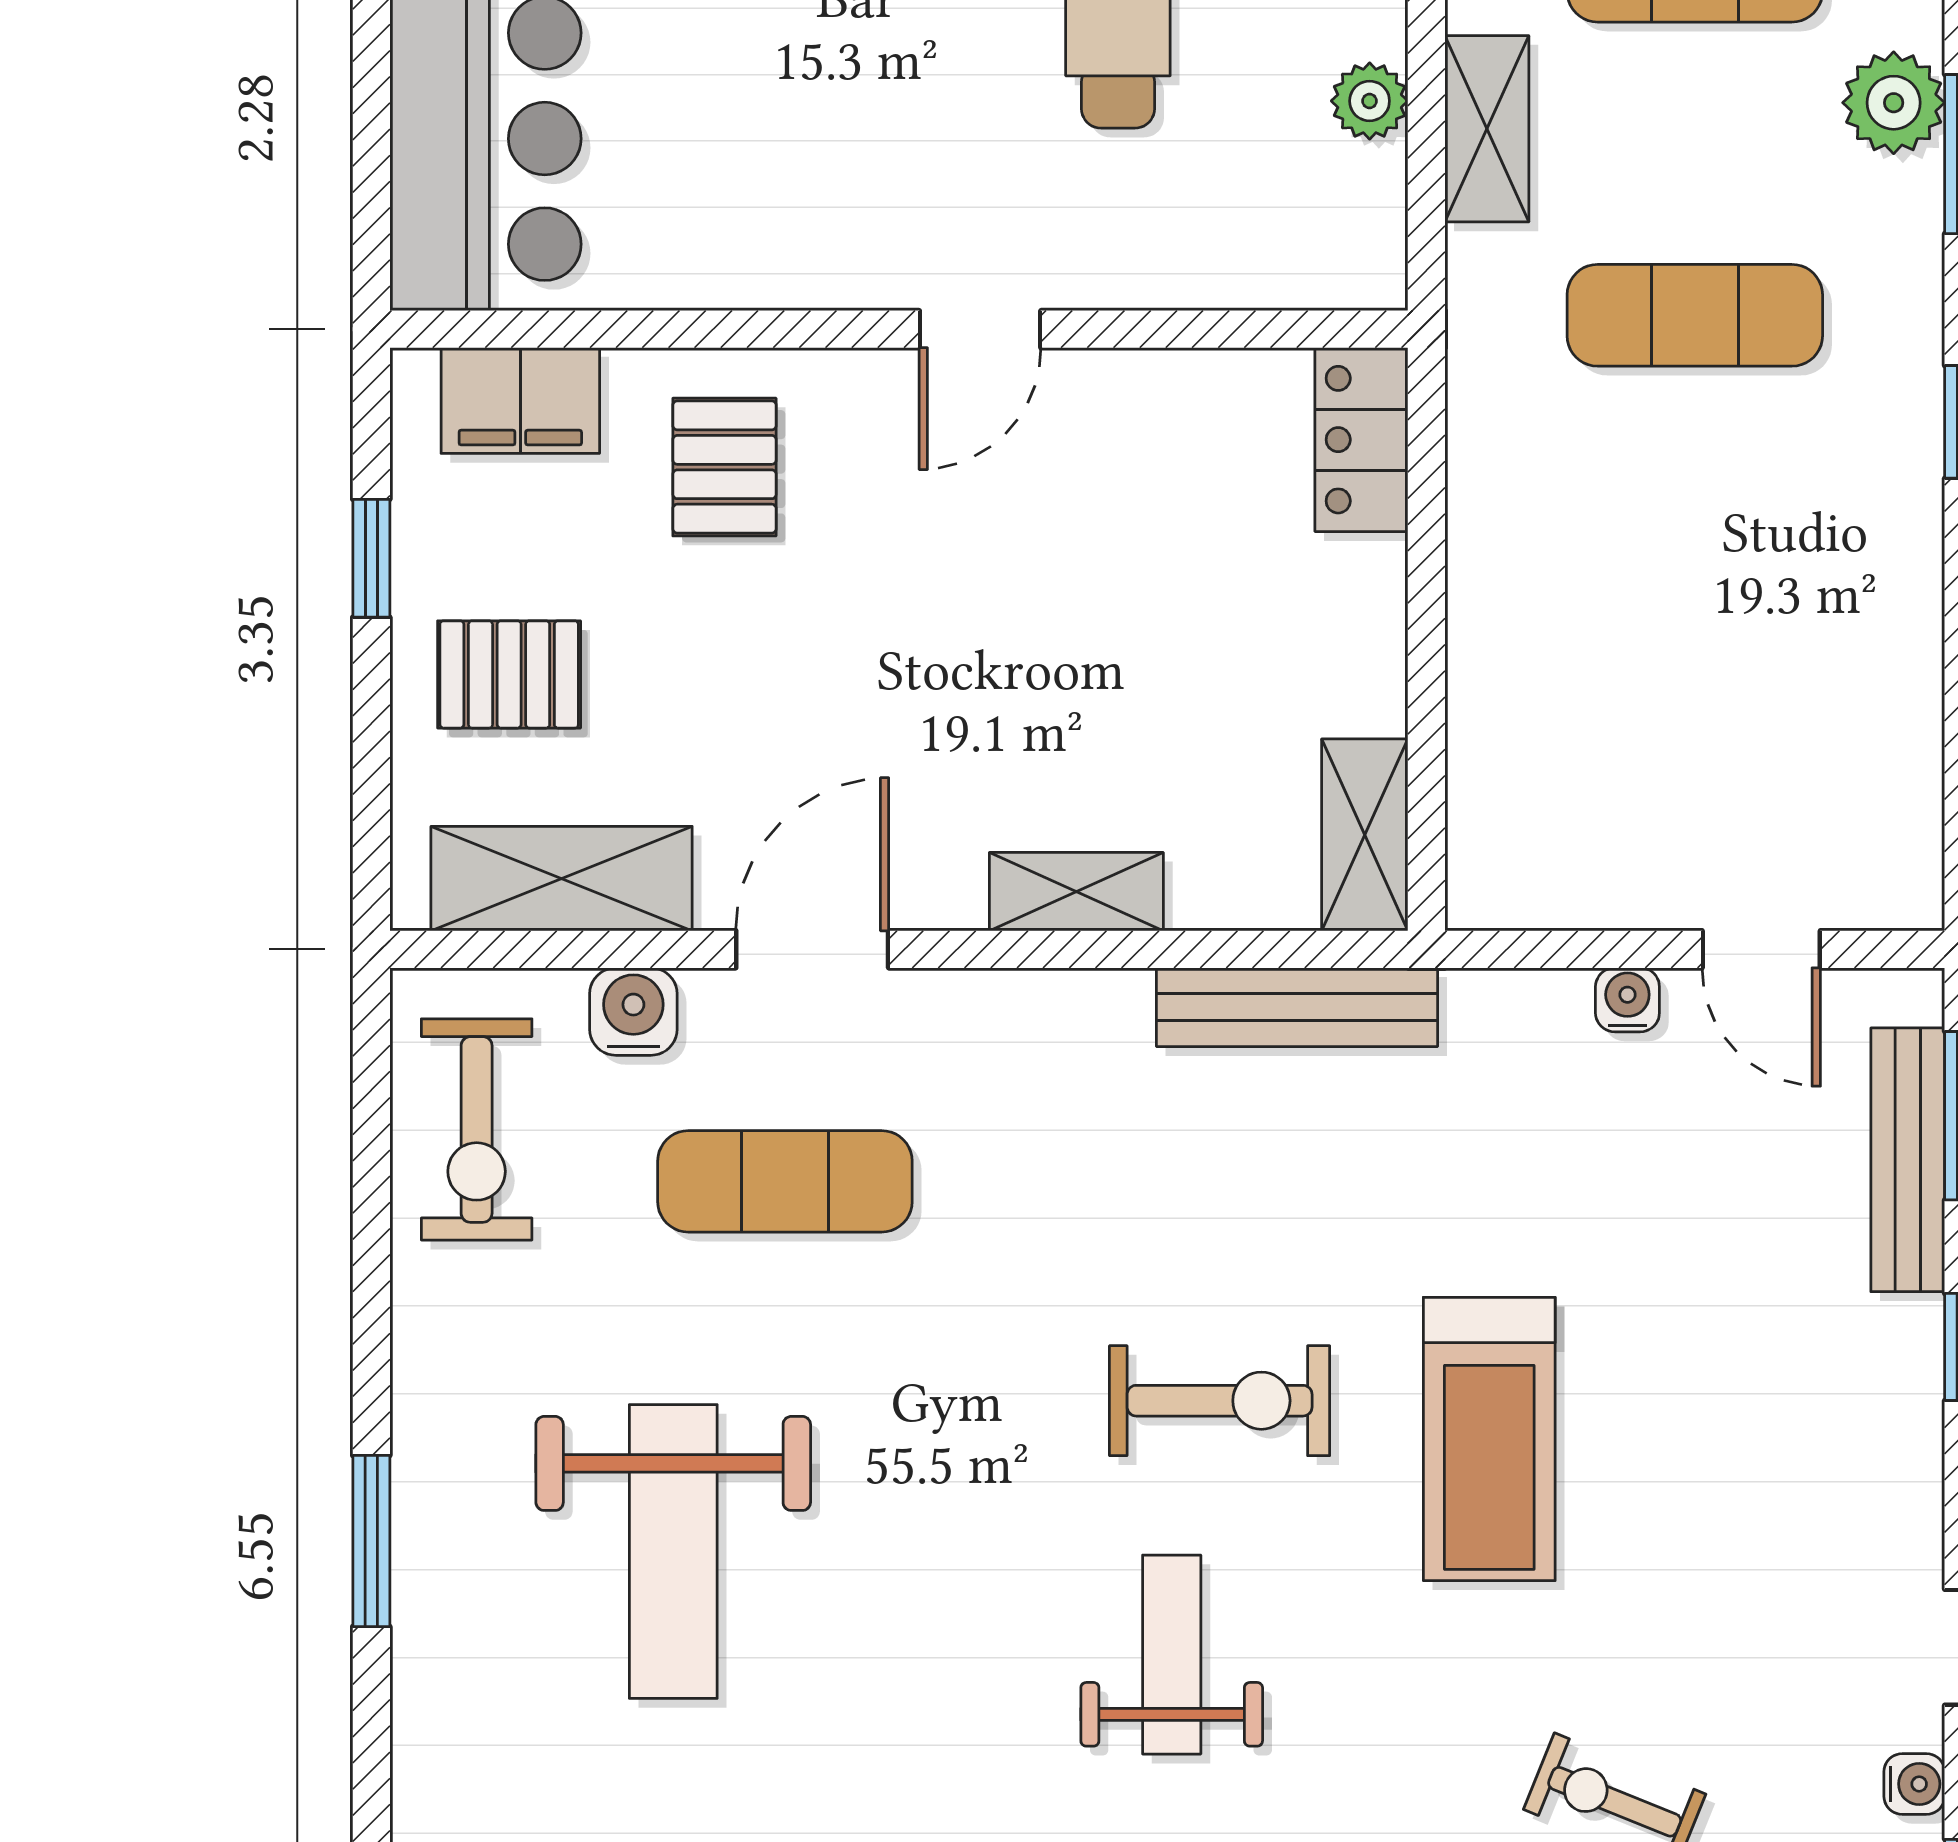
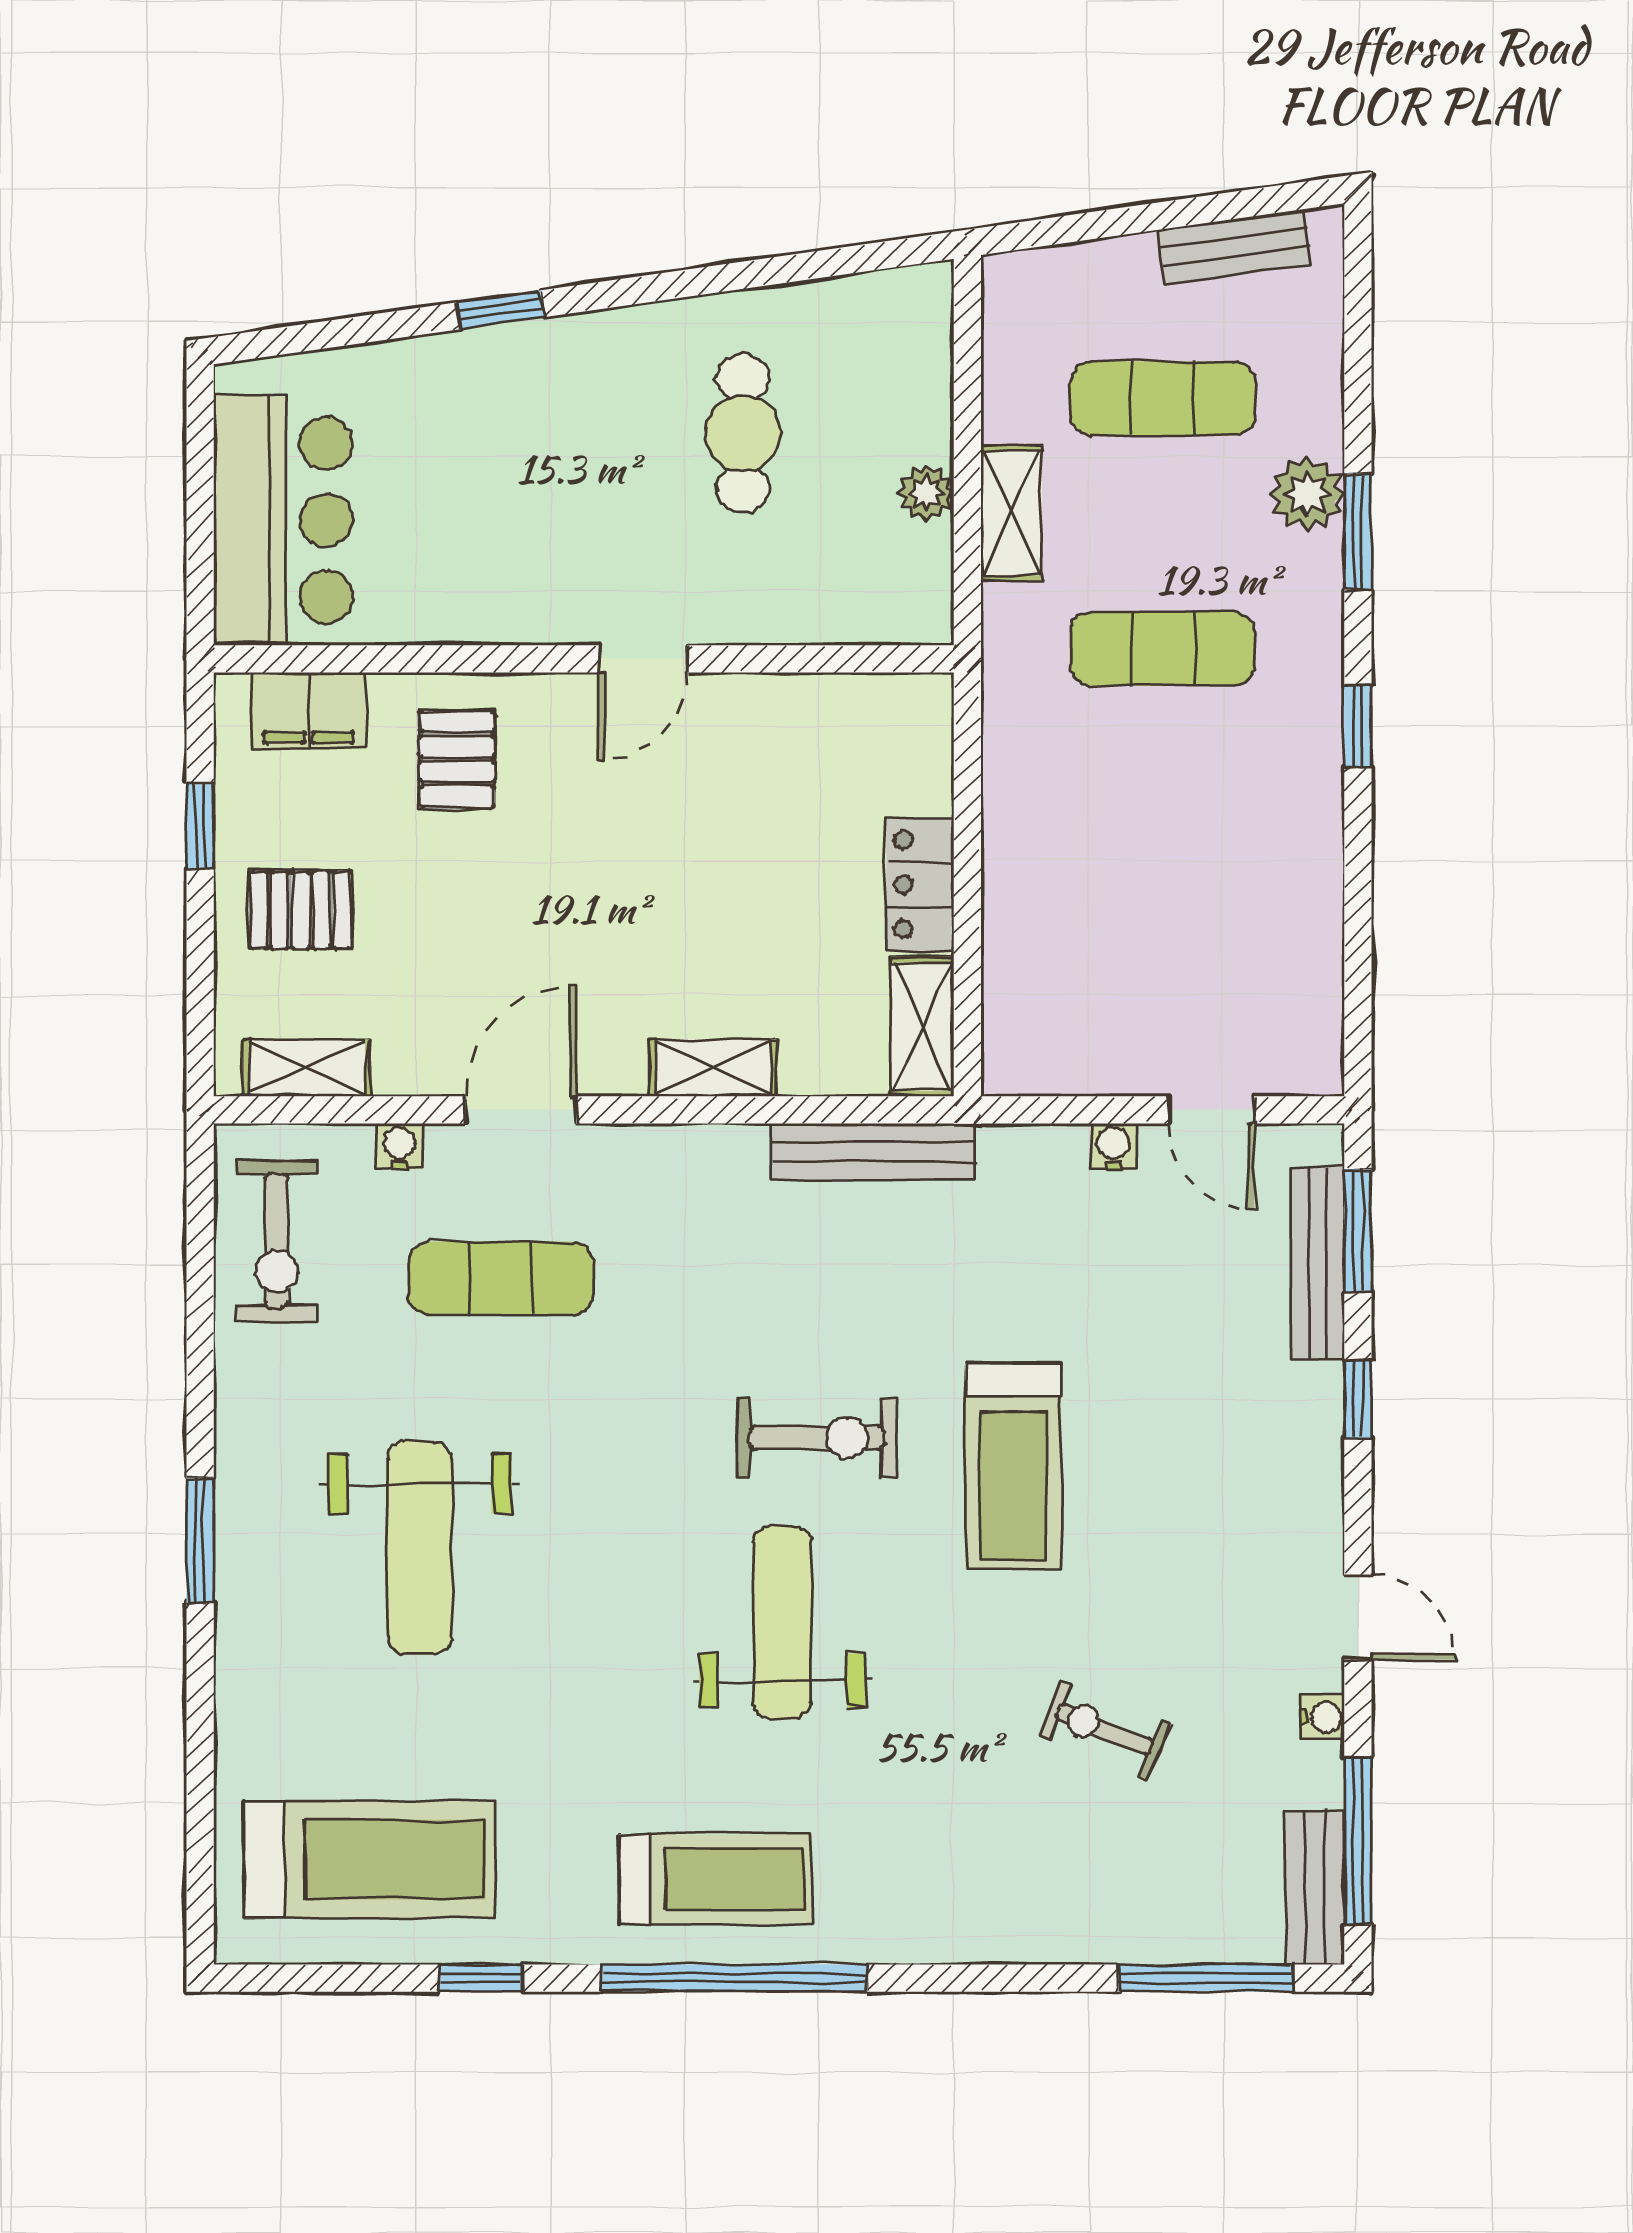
locker: (1361, 440) -> (920, 885), moved
shelving: (562, 879) -> (307, 1068), width x0.67, depth x0.75
water cooler: (633, 1012) -> (400, 1146), width x0.72, depth x0.72
weight bench: (1172, 1655) -> (782, 1623), width x1.36, depth x1.33

